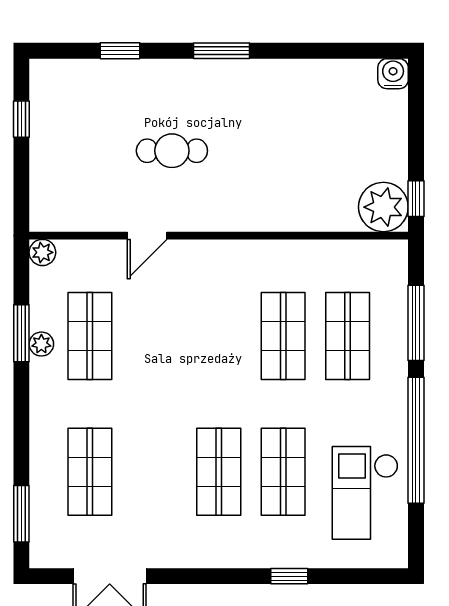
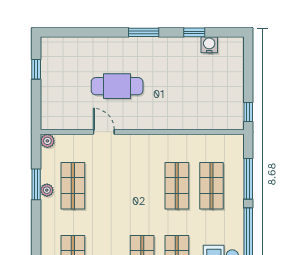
window: (120, 51) -> (194, 32), moved
water cooler: (393, 74) -> (209, 45), moved
cafe table: (172, 151) -> (117, 86), width x1.37, depth x1.35
plant: (383, 207) -> (231, 116), removed
door: (147, 236) -> (104, 132), swing flipped

